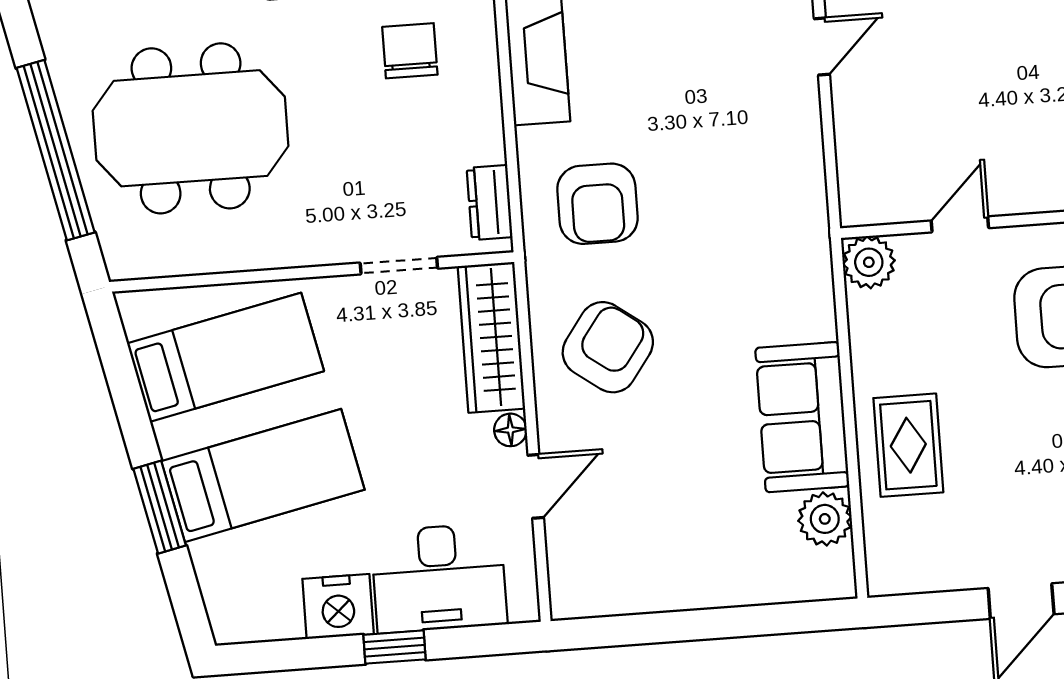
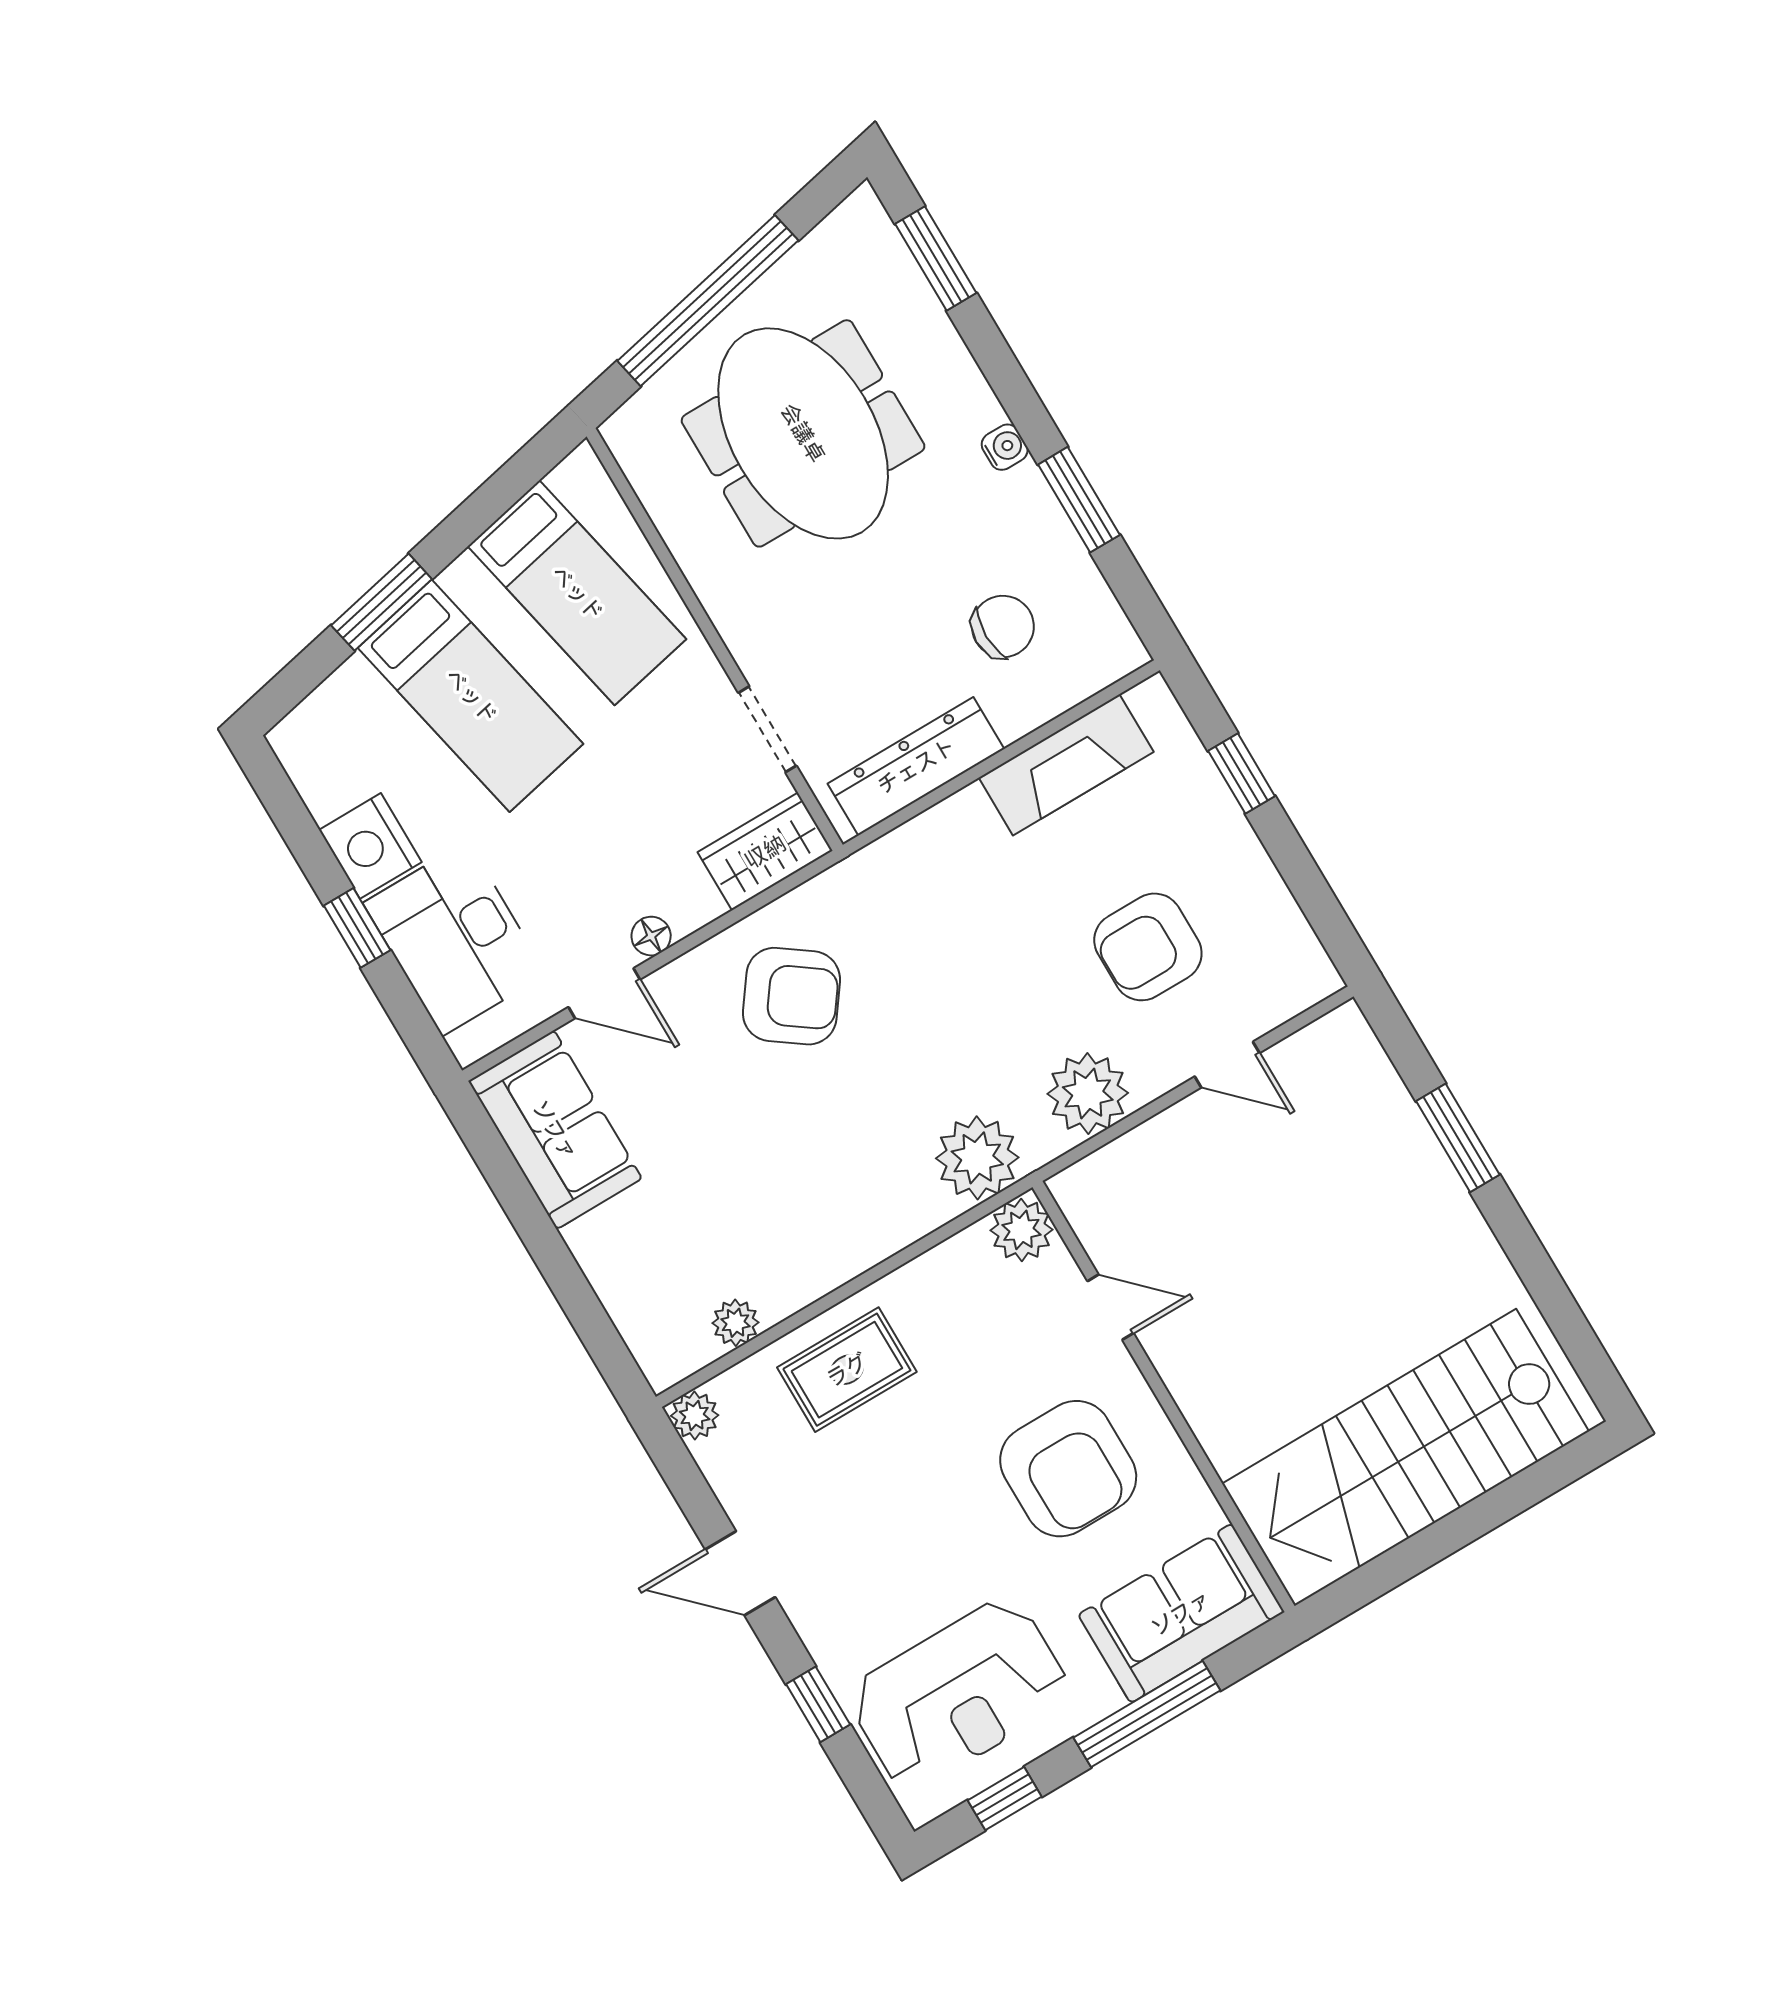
plant: (791, 162) -> (1088, 1093), added
dresser: (490, 203) -> (916, 766), width x1.96, depth x1.24
armchair: (597, 204) -> (1148, 947), moved
plant: (798, 268) -> (977, 1158), added
wardrobe: (491, 337) -> (765, 852), width x0.67
sofa: (802, 417) -> (555, 1130), moved, turned 90
plant: (825, 519) -> (736, 1323), width x0.73, depth x0.73
plant: (886, 576) -> (695, 1415), added

